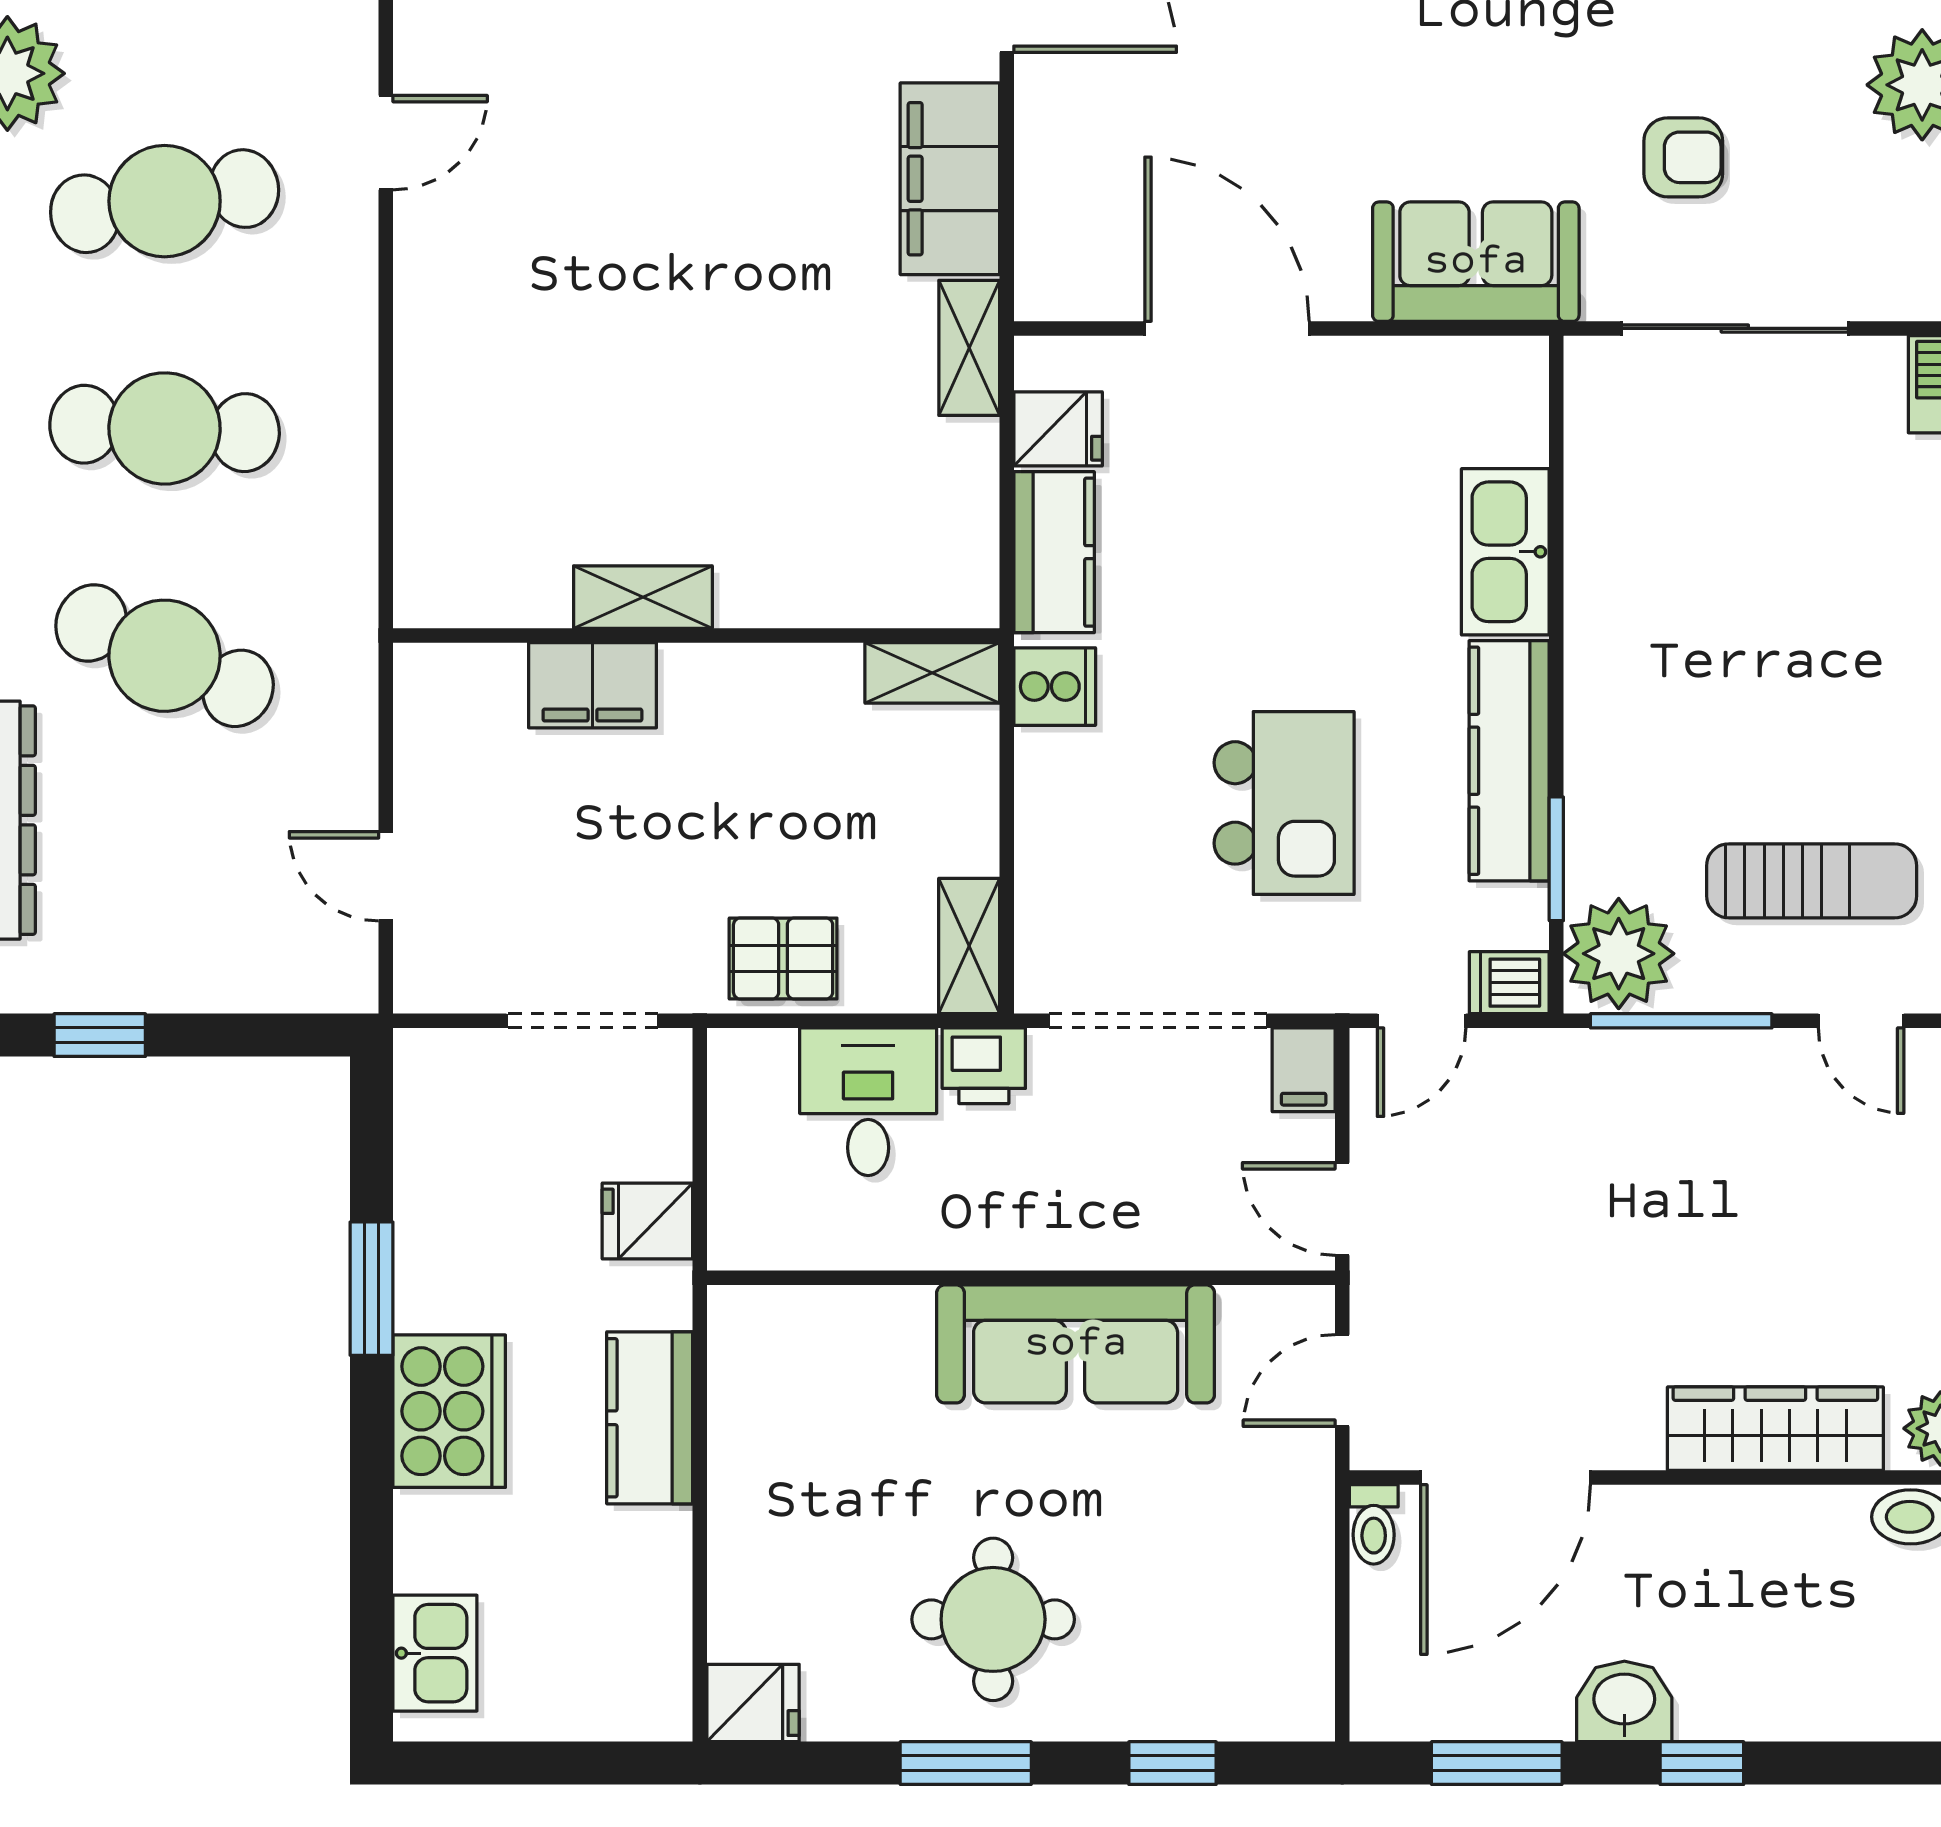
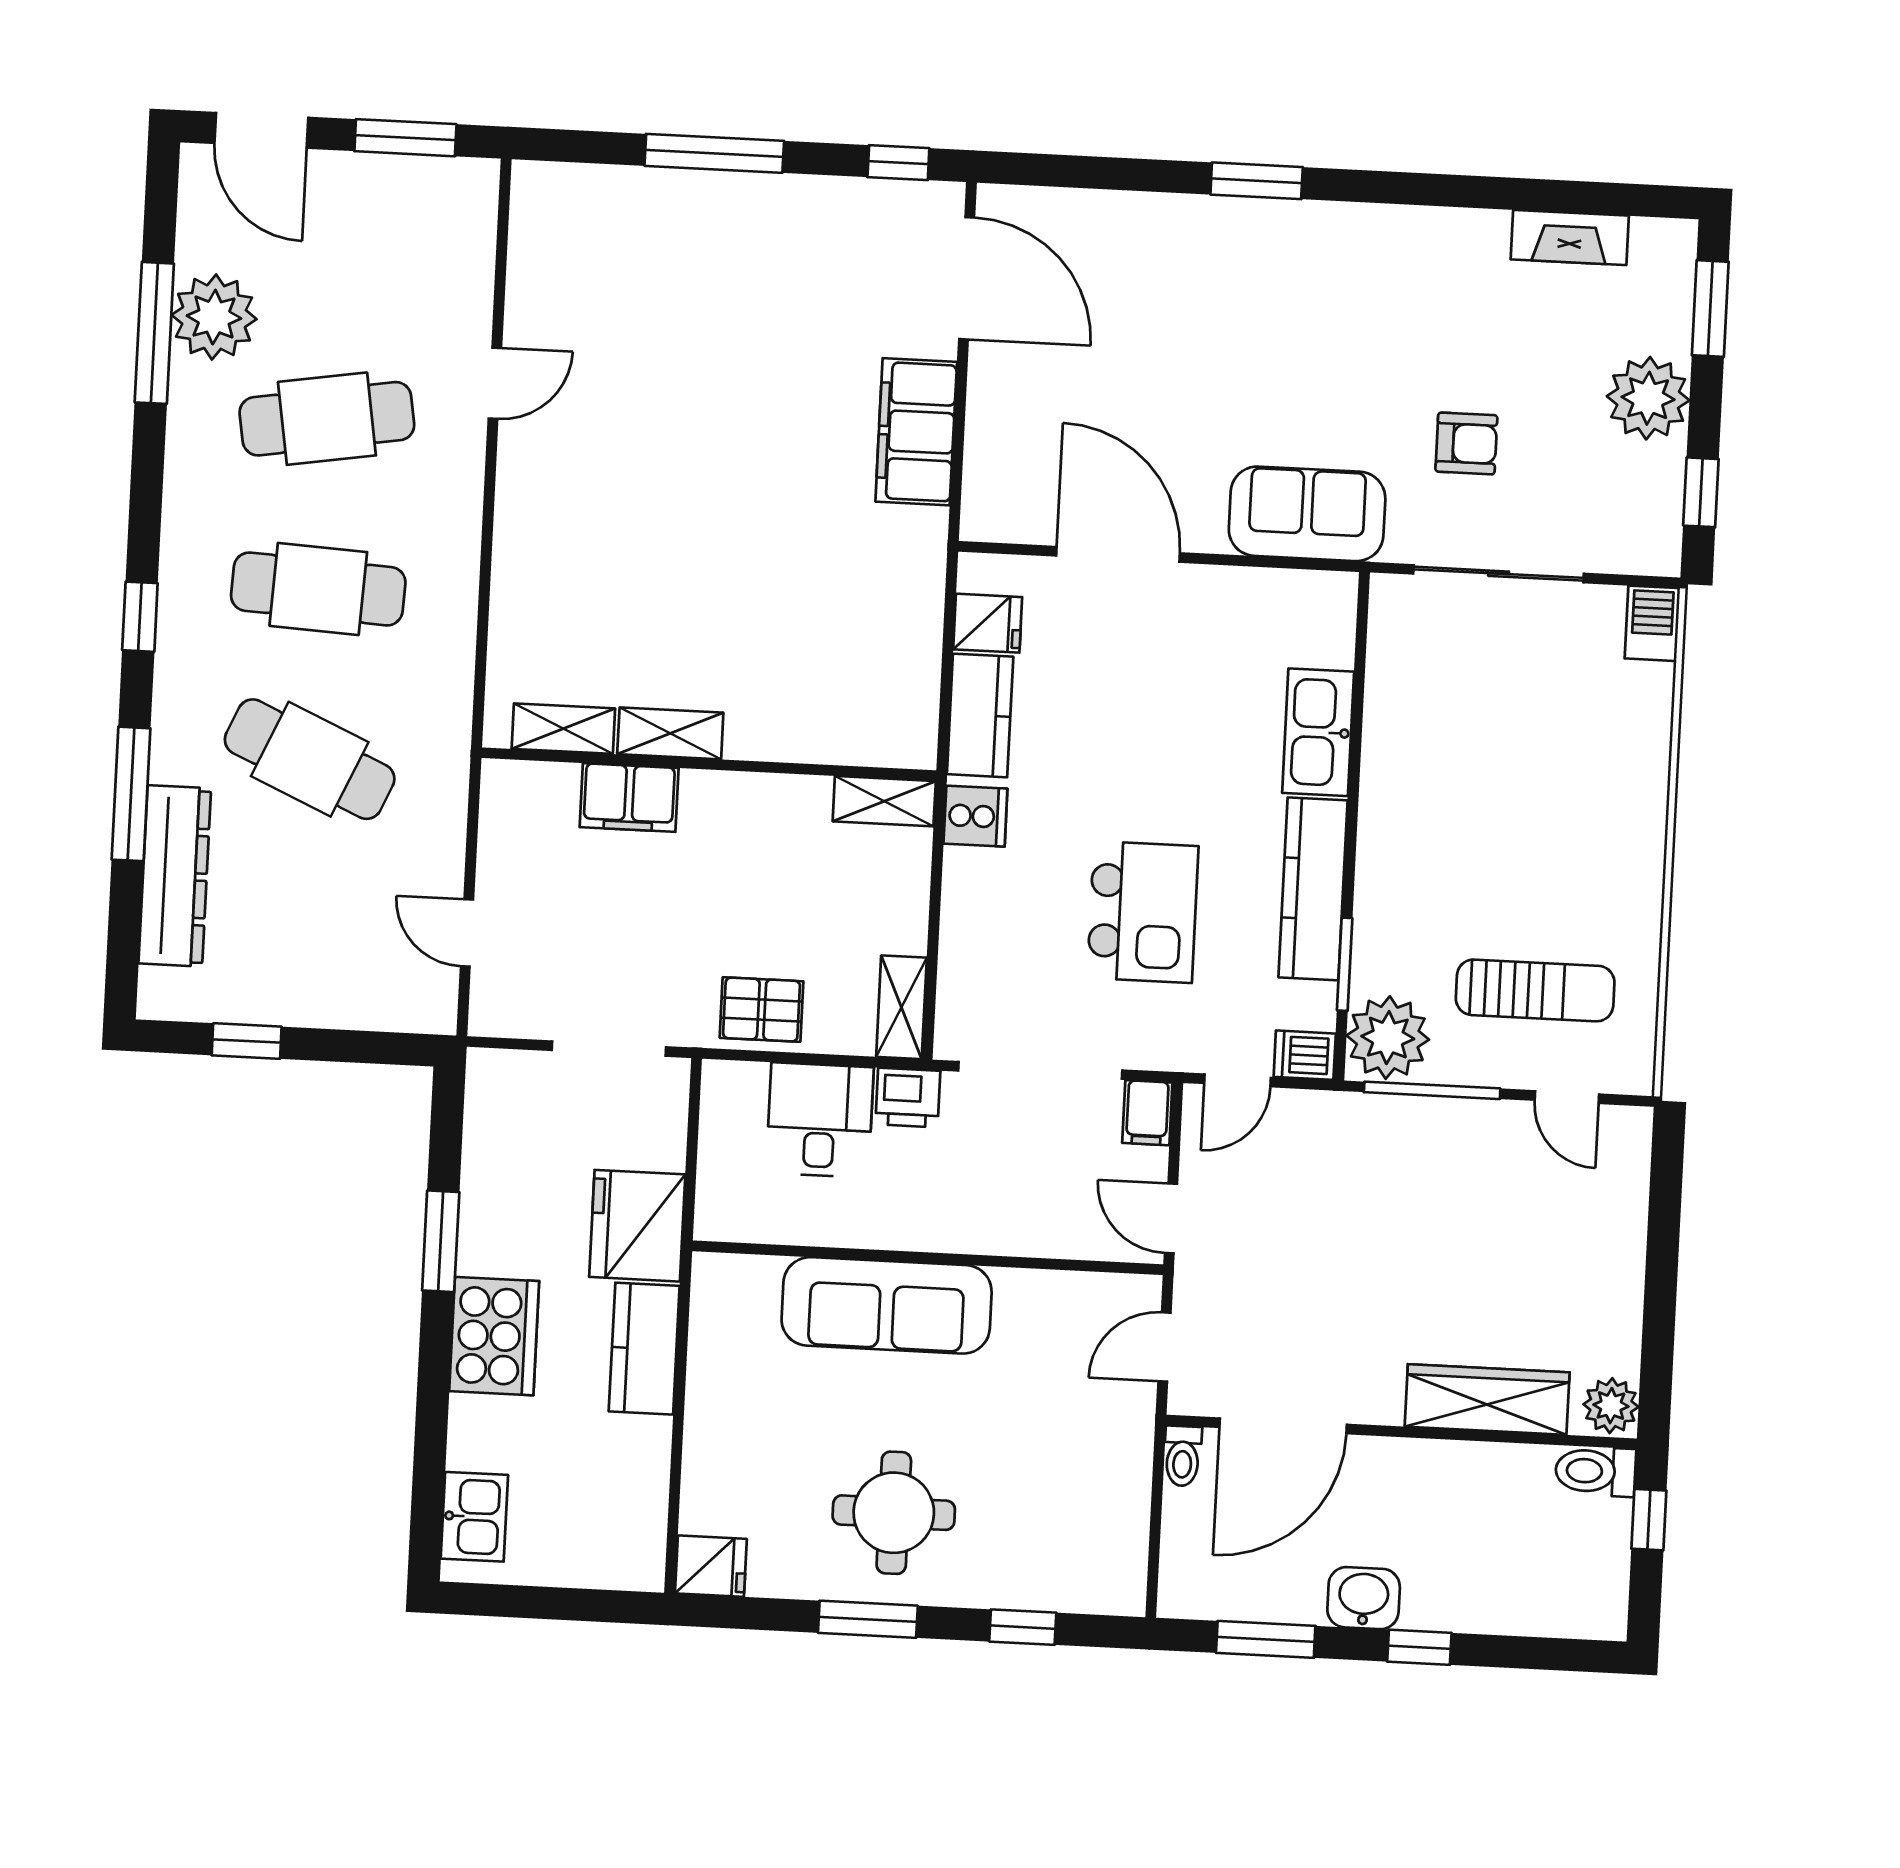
shelving: (969, 348) -> (563, 729), moved, turned 90
fridge: (647, 1221) -> (637, 1226), width x1.88, depth x1.34
sofa: (1076, 1344) -> (887, 1305), moved

